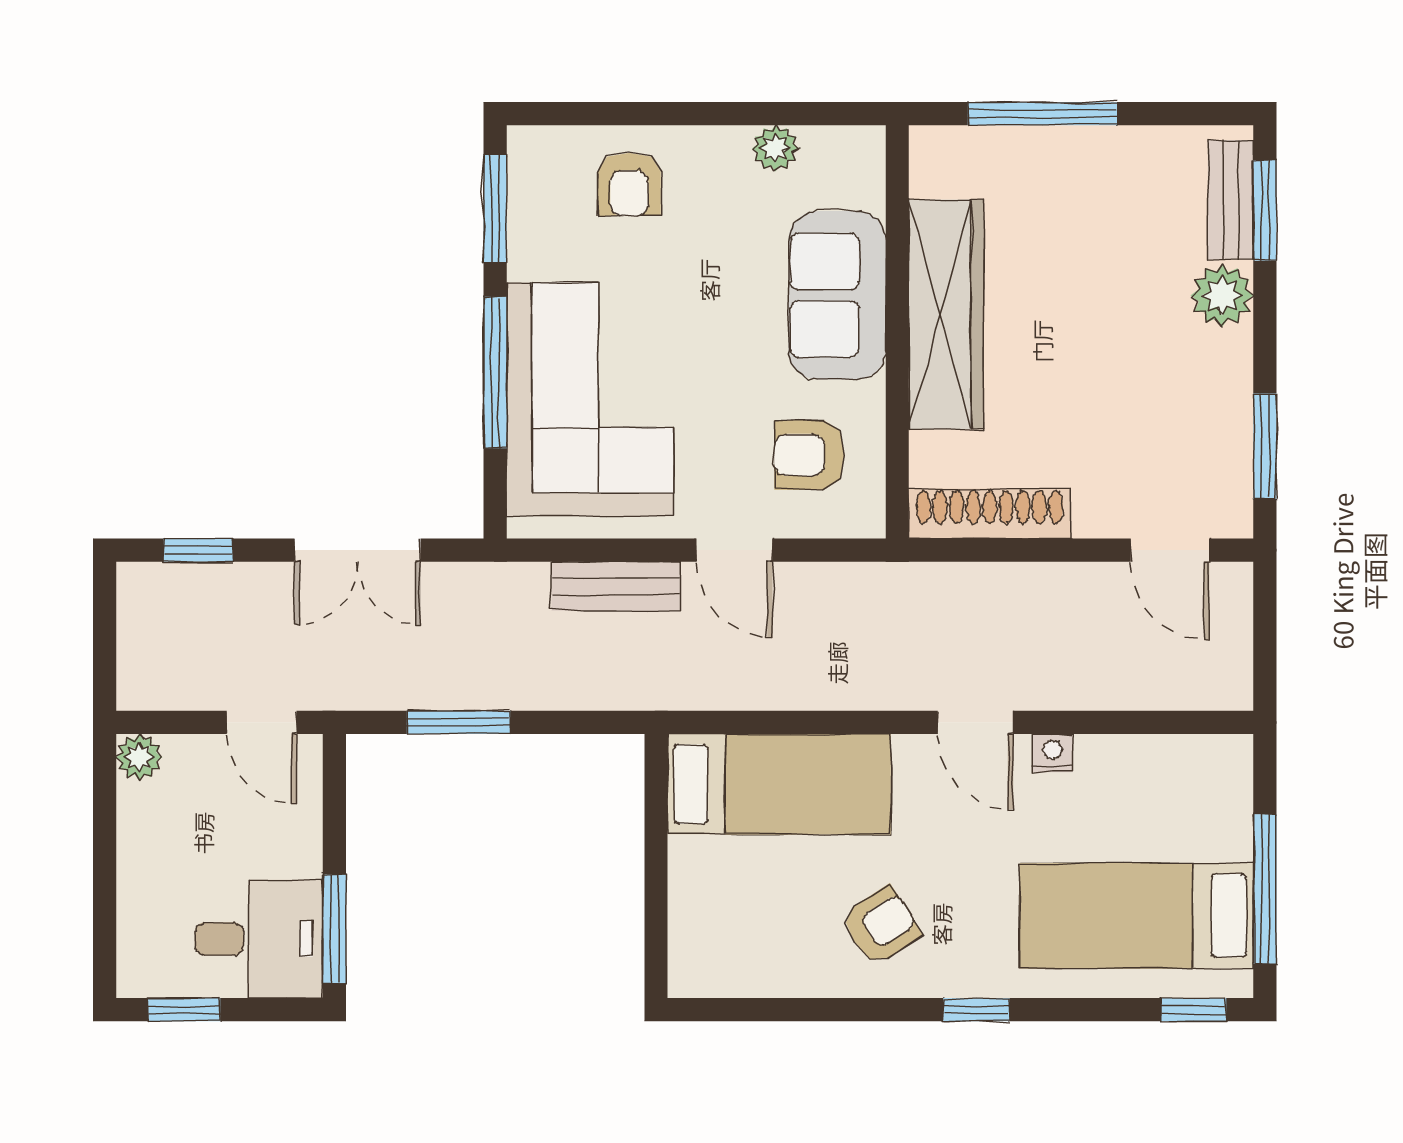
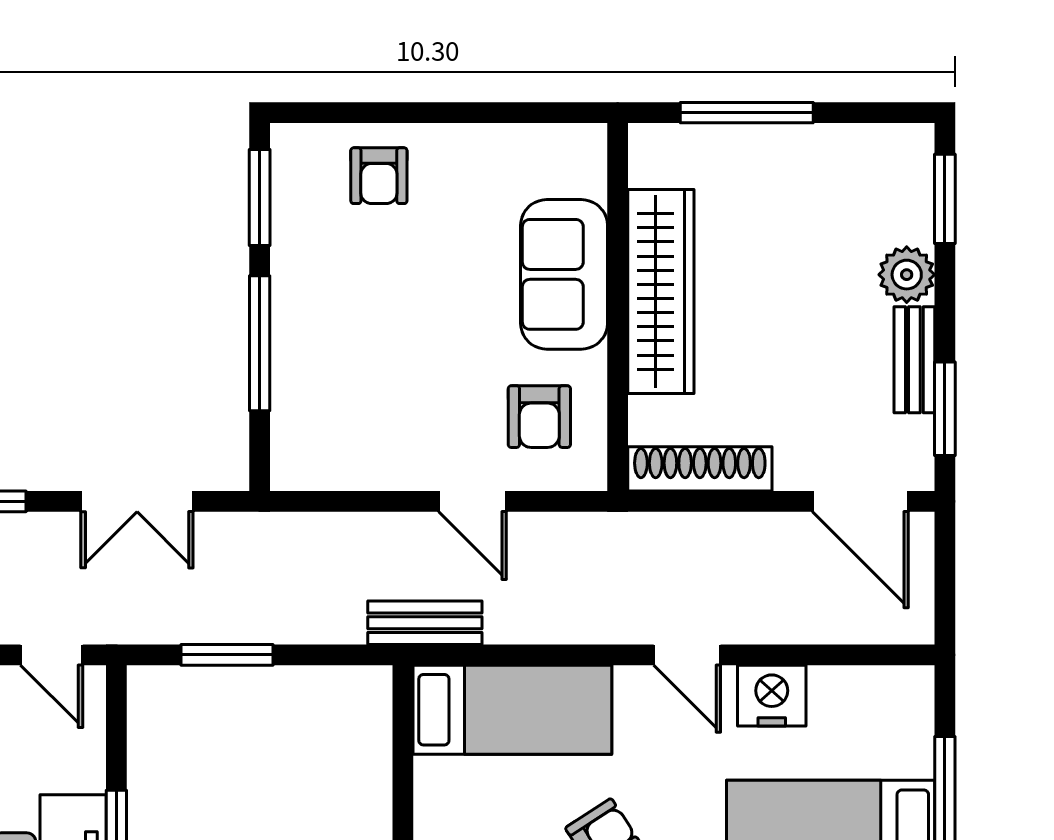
plant: (775, 148) -> (509, 144), removed
bench: (1231, 200) -> (914, 360), moved
corner sofa: (590, 399) -> (344, 367), removed
armchair: (809, 455) -> (539, 417), turned -90
door: (1170, 550) -> (860, 501), width x1.38
bench: (616, 586) -> (425, 623), moved
nightstand: (1052, 753) -> (772, 696), width x1.89, depth x1.79

